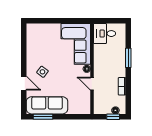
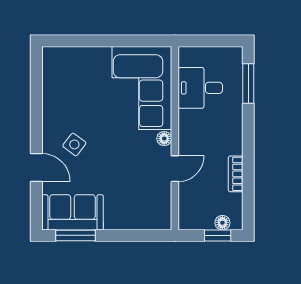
desk: (105, 34) -> (200, 88), moved
window: (128, 58) -> (248, 84), moved
door: (92, 84) -> (175, 169), swing flipped
sofa: (47, 105) -> (72, 212), width x0.73

